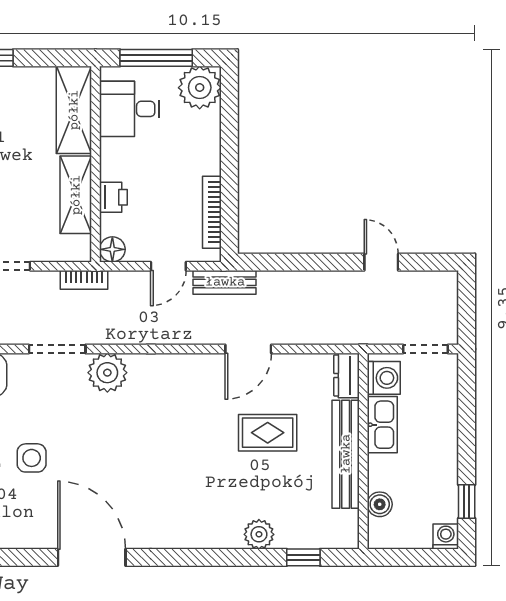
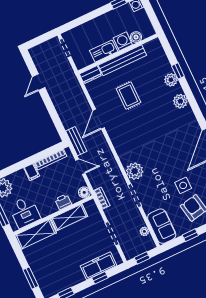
filing cabinet: (205, 162) -> (32, 172), added
door: (248, 349) -> (99, 119), swing flipped
washing machine: (384, 378) -> (123, 41), moved
plant: (206, 533) -> (180, 101), added
window: (303, 557) -> (178, 71), moved

